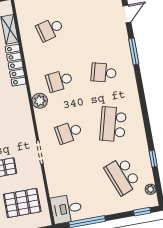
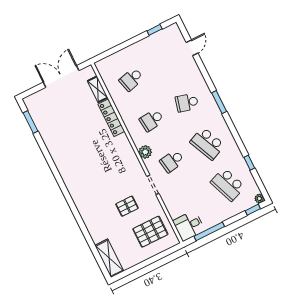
window: (134, 51) -> (219, 102), moved
plant: (40, 101) -> (145, 152), moved
school desk: (113, 124) -> (207, 144), turned -39
plant: (151, 189) -> (259, 199), moved

